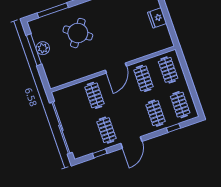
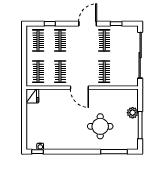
fridge: (157, 18) -> (32, 96), moved
round table: (78, 33) -> (100, 126), turned -36
plant: (43, 48) -> (133, 113), moved
door: (116, 68) -> (79, 88), swing flipped

